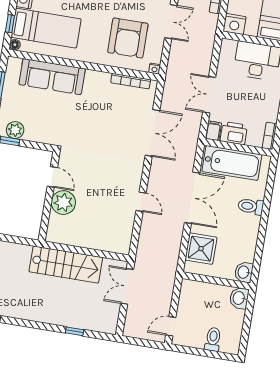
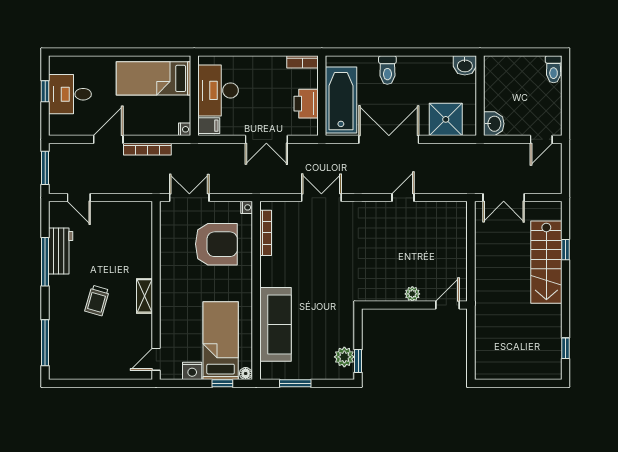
nightstand: (234, 24) -> (185, 129), width x0.53, depth x0.56
filing cabinet: (213, 131) -> (209, 126), moved, turned 180
double door: (152, 133) -> (321, 198), width x0.73
door: (52, 177) -> (447, 305), moved
plant: (63, 203) -> (412, 294), width x0.53, depth x0.53
stairs: (66, 265) -> (546, 262), moved, turned 180
washbasin: (239, 298) -> (494, 124), moved, turned -90
door: (171, 326) -> (541, 139), hinge flipped
toilet: (213, 339) -> (554, 69), moved, turned -90

